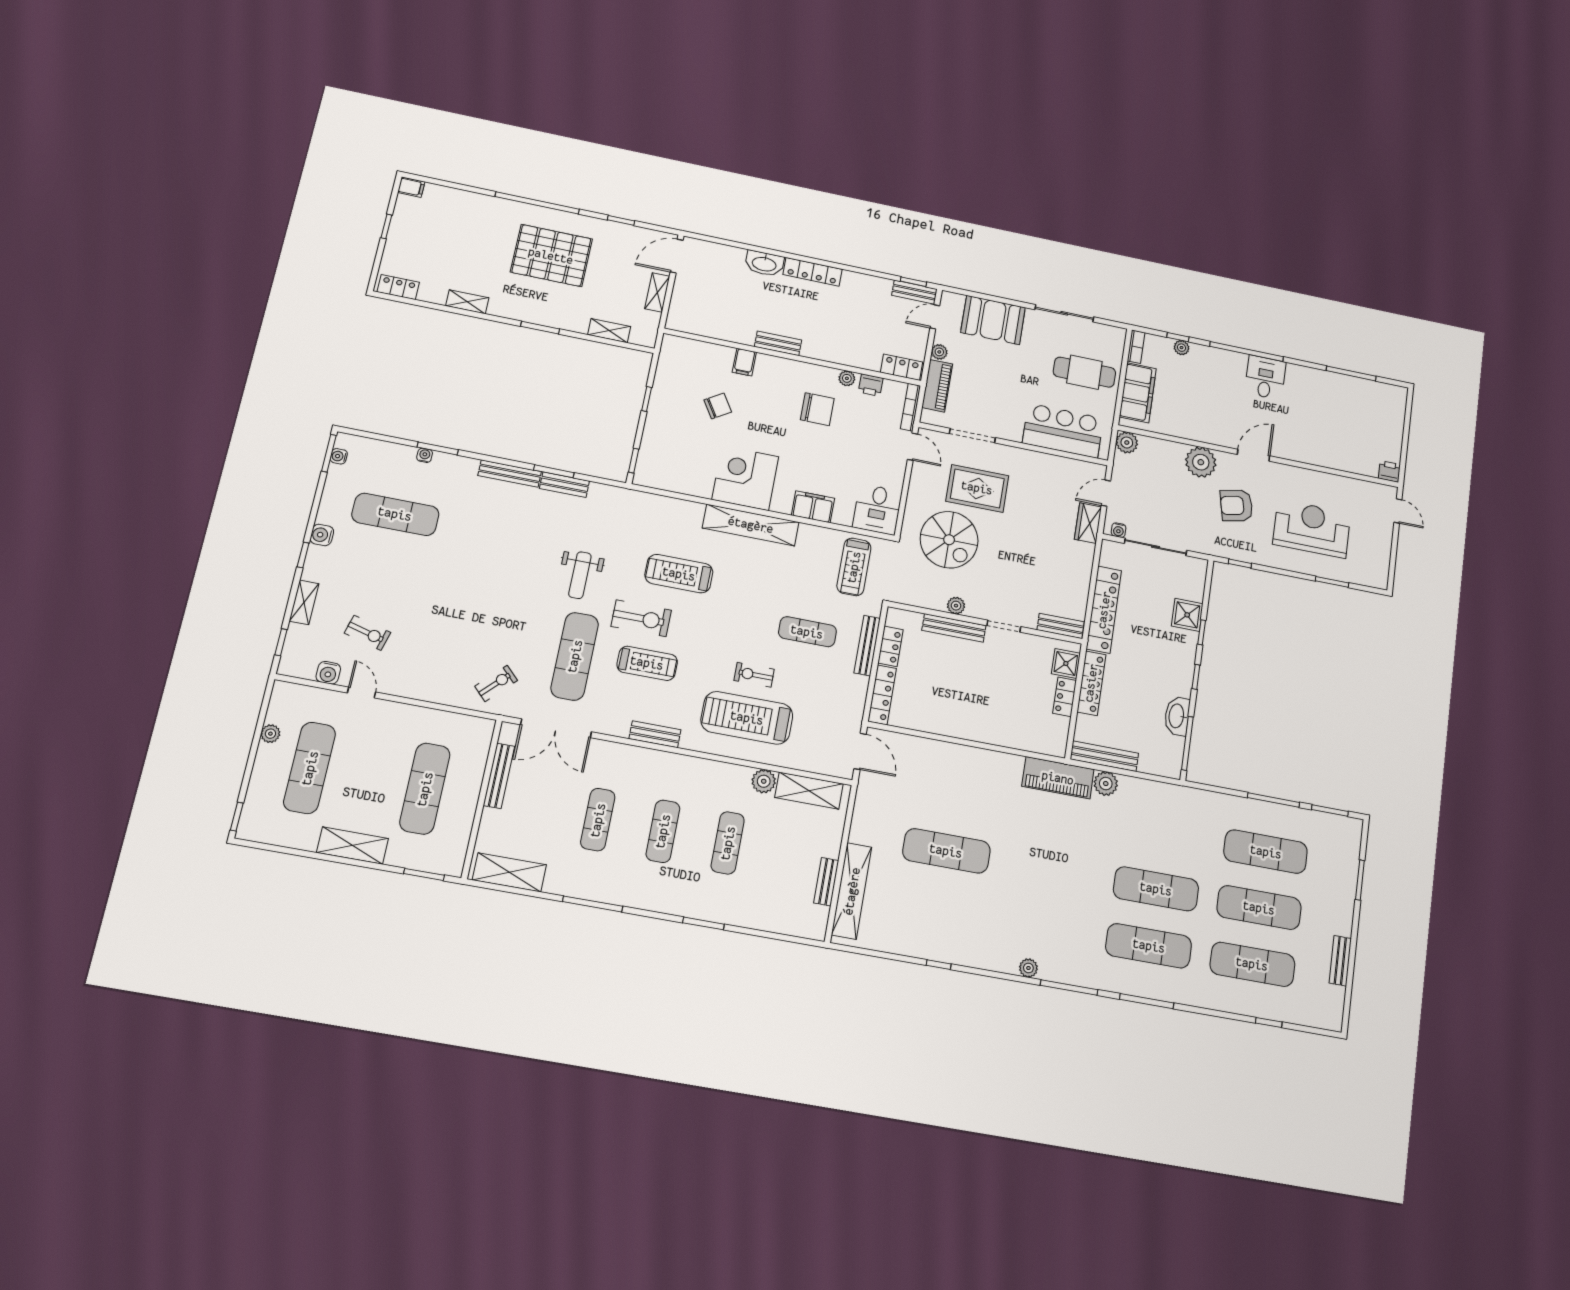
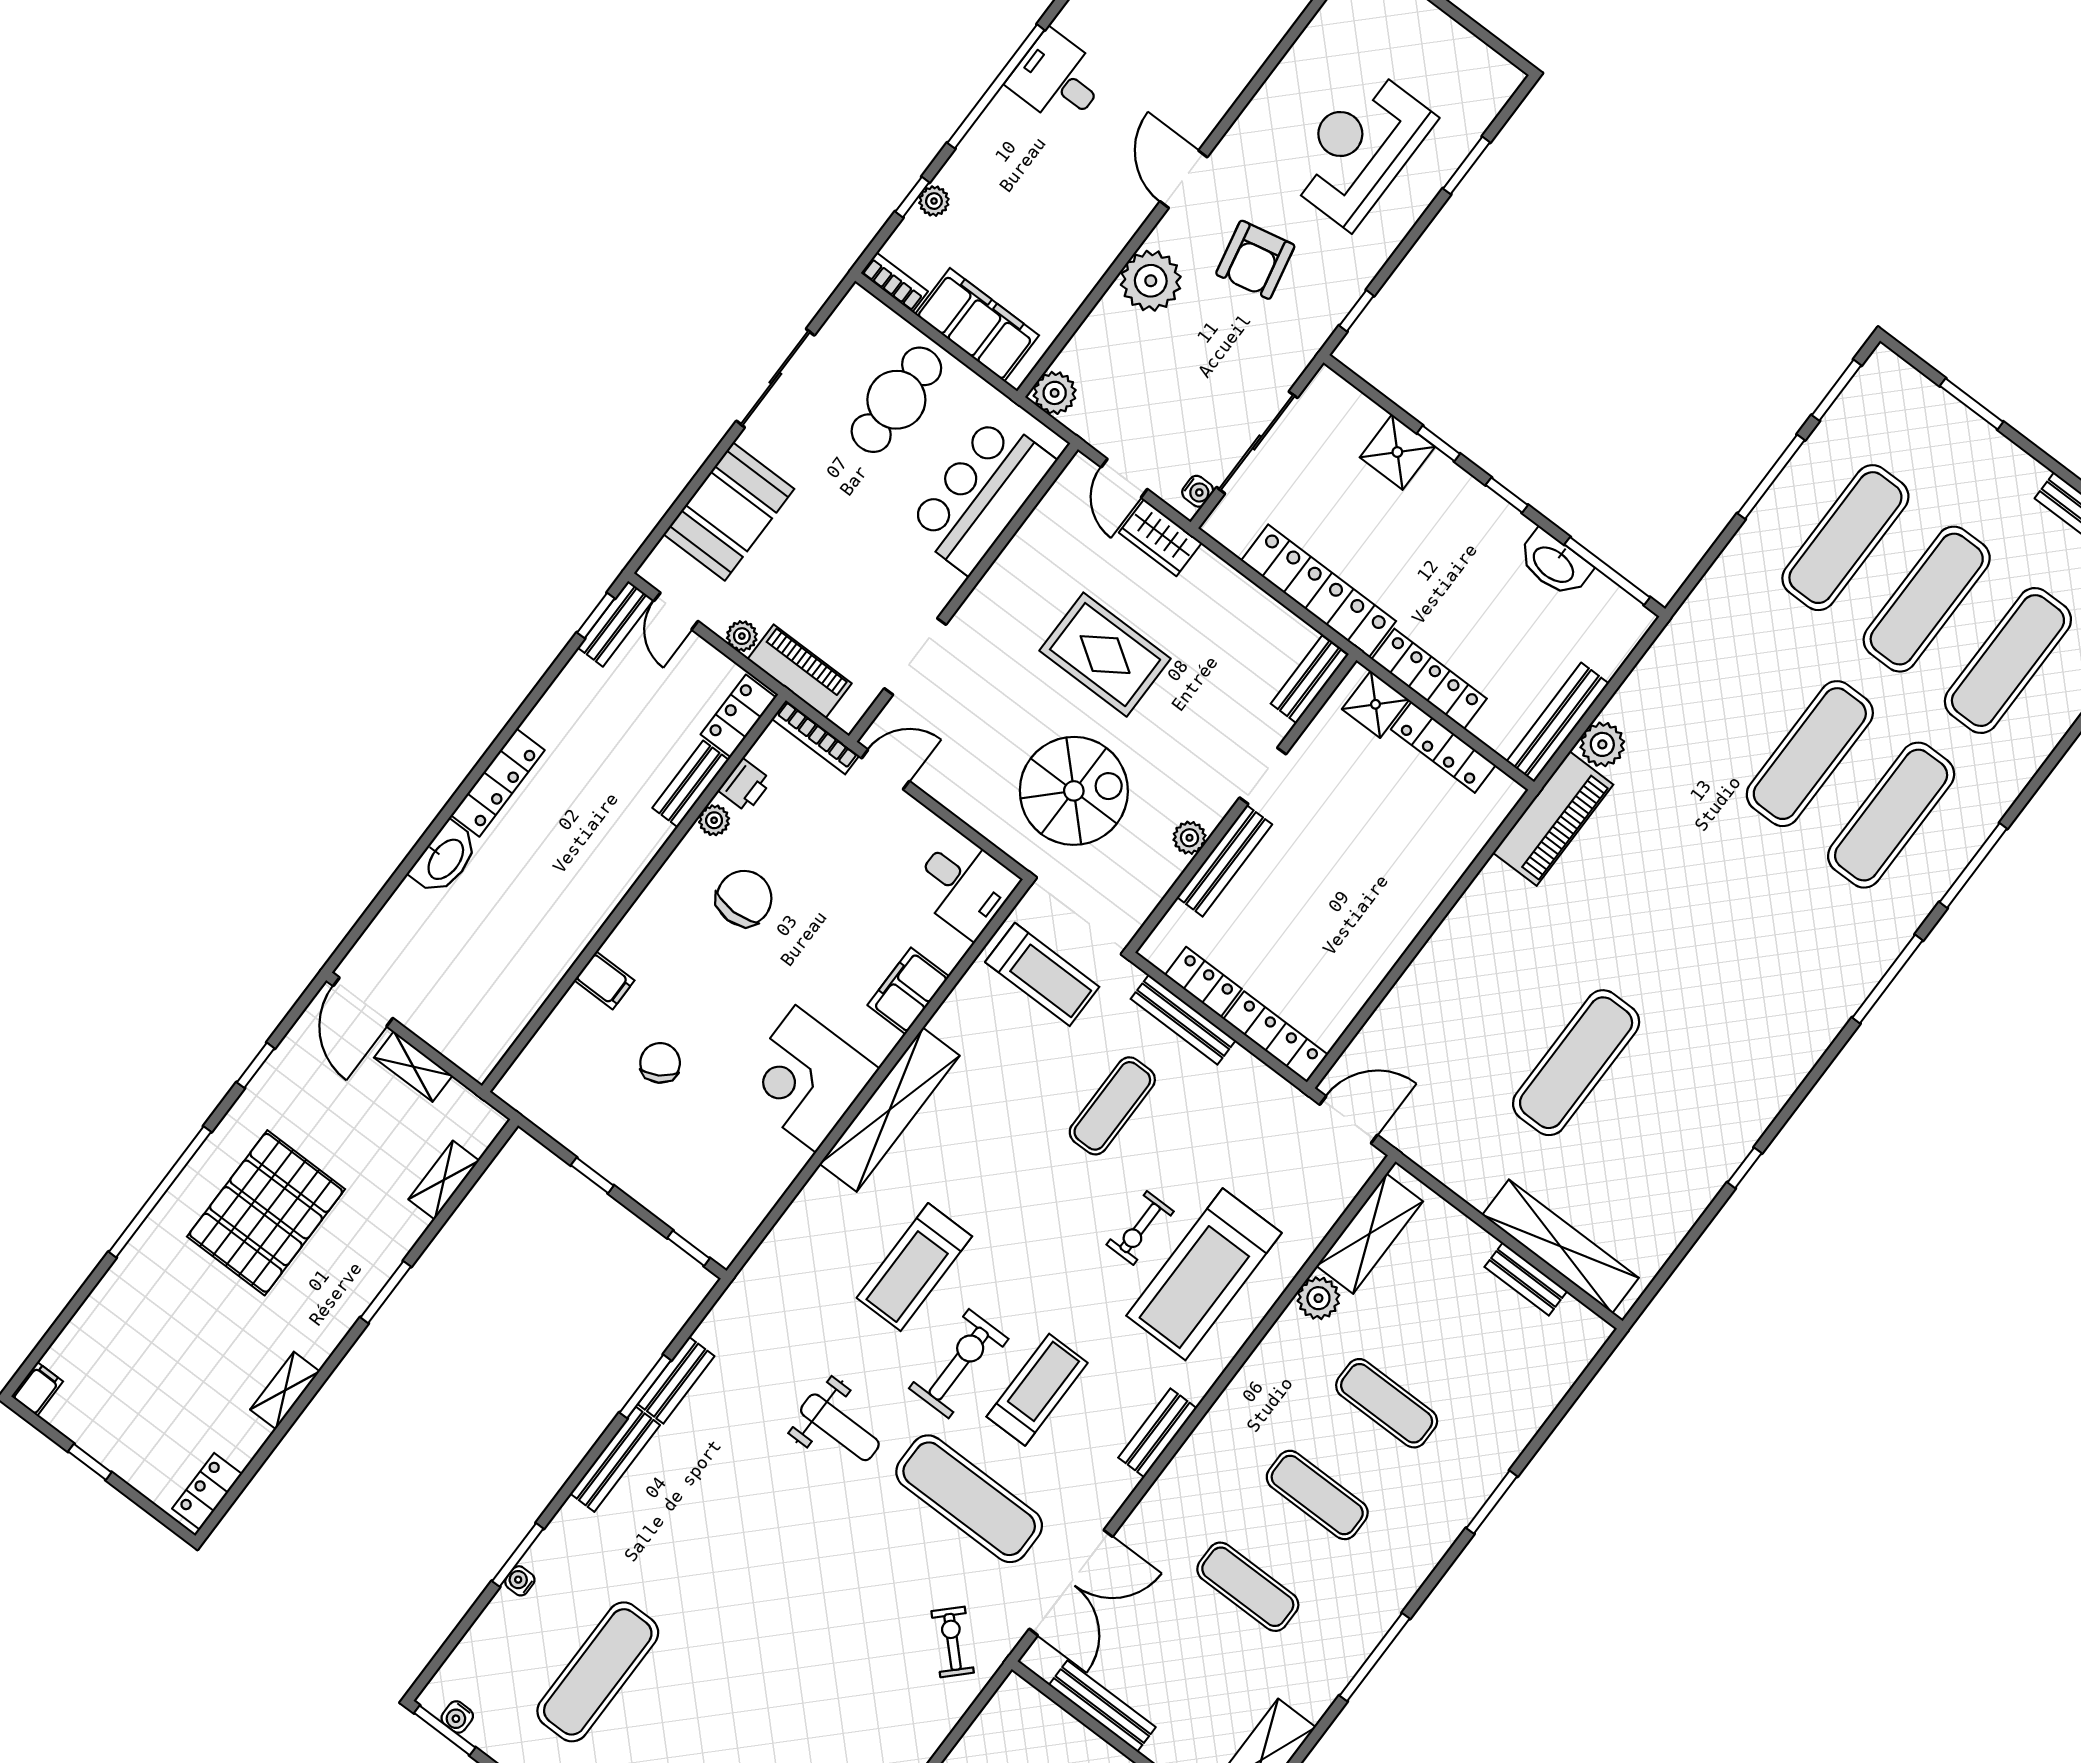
bench: (778, 343) -> (691, 784), moved
rug: (977, 488) -> (1105, 655), moved, turned 90
locker: (1065, 697) -> (1443, 747), width x1.53
plant: (1028, 968) -> (1824, 1028), removed

